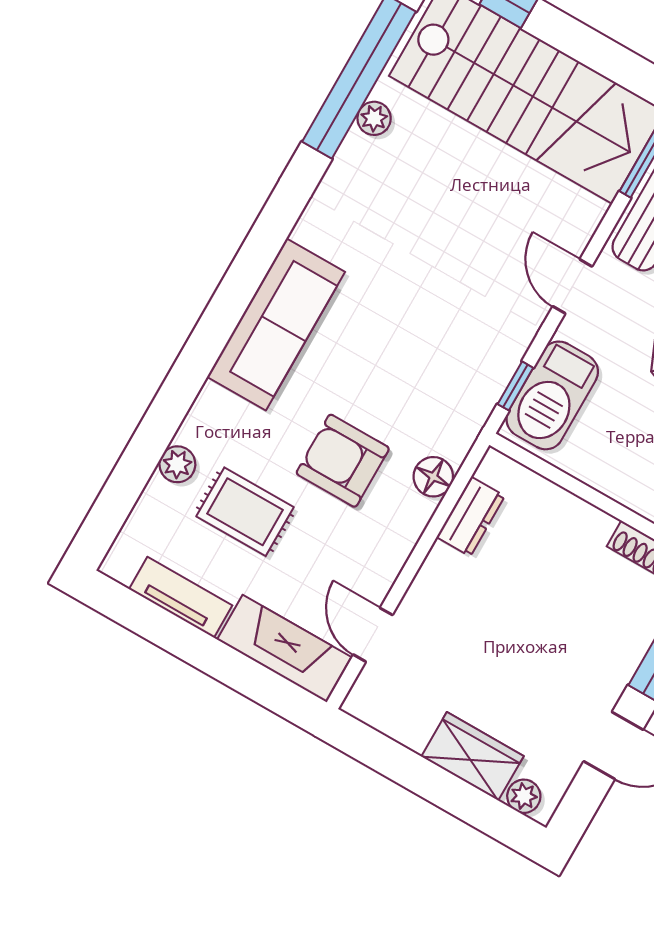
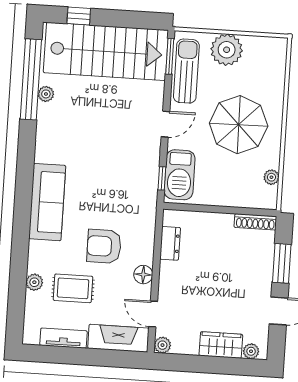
door: (572, 286) -> (165, 124), swing flipped
floor lamp: (433, 477) -> (143, 275), moved
plant: (362, 702) -> (162, 345), added

